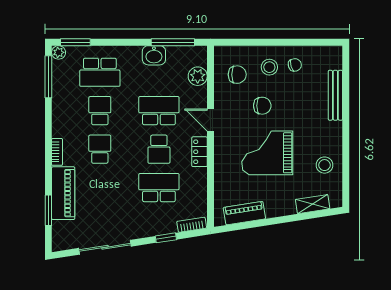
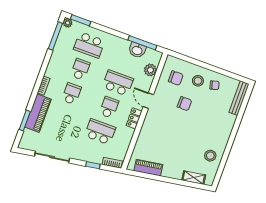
washbasin: (154, 55) -> (137, 50), moved
bench: (335, 95) -> (239, 98), moved
school desk: (159, 149) -> (109, 107), turned 180
grand piano: (267, 153) -> (177, 135), removed

